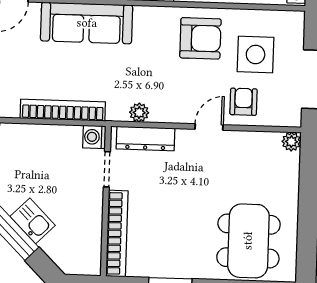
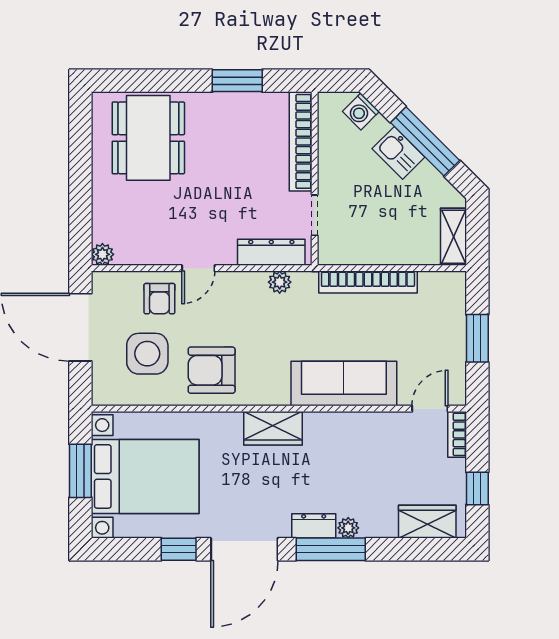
washing machine: (94, 137) -> (361, 111), moved, turned 135

